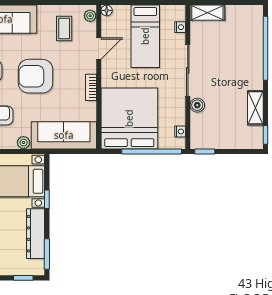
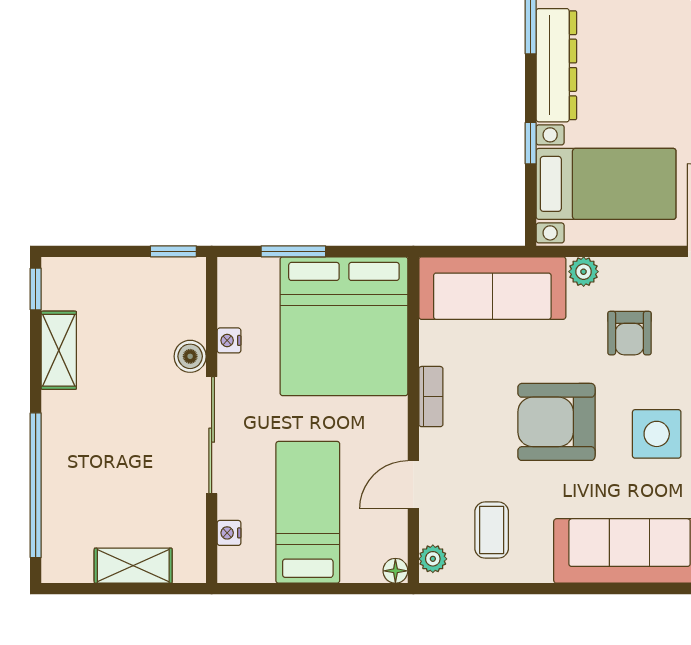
shelving: (207, 13) -> (133, 566), moved
armchair: (35, 76) -> (556, 422), turned 180
nightstand: (180, 131) -> (229, 340), moved
window: (152, 152) -> (293, 251), width x0.47

